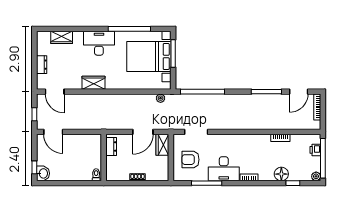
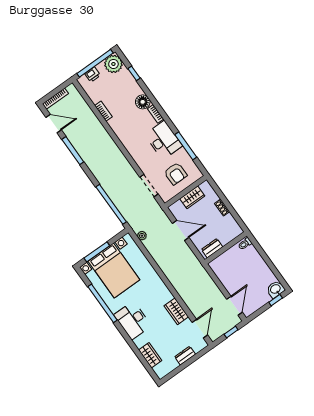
wardrobe: (94, 83) -> (176, 311), moved
wardrobe: (162, 145) -> (192, 197), moved
floor lamp: (281, 174) -> (143, 102), moved
plant: (316, 176) -> (113, 64), width x1.88, depth x1.88

